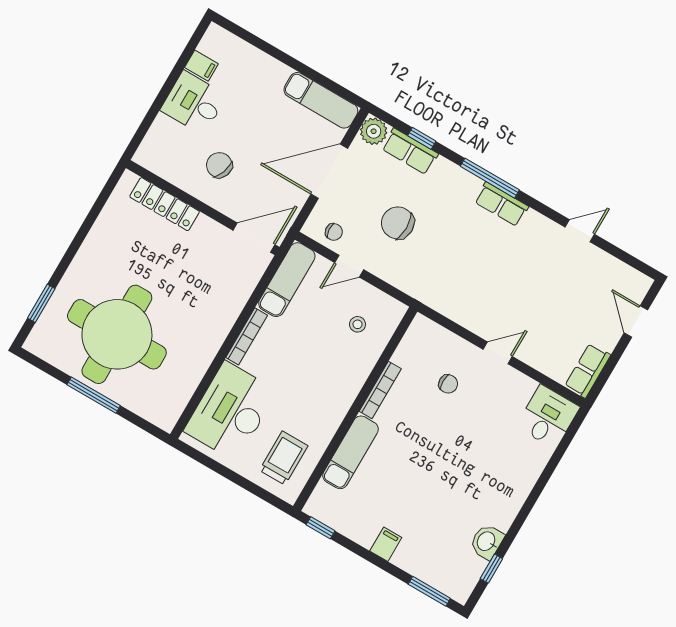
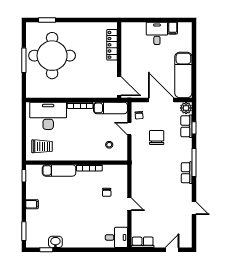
exam couch: (321, 100) -> (183, 75), width x1.36, depth x1.45
chair: (219, 165) -> (139, 57), removed

